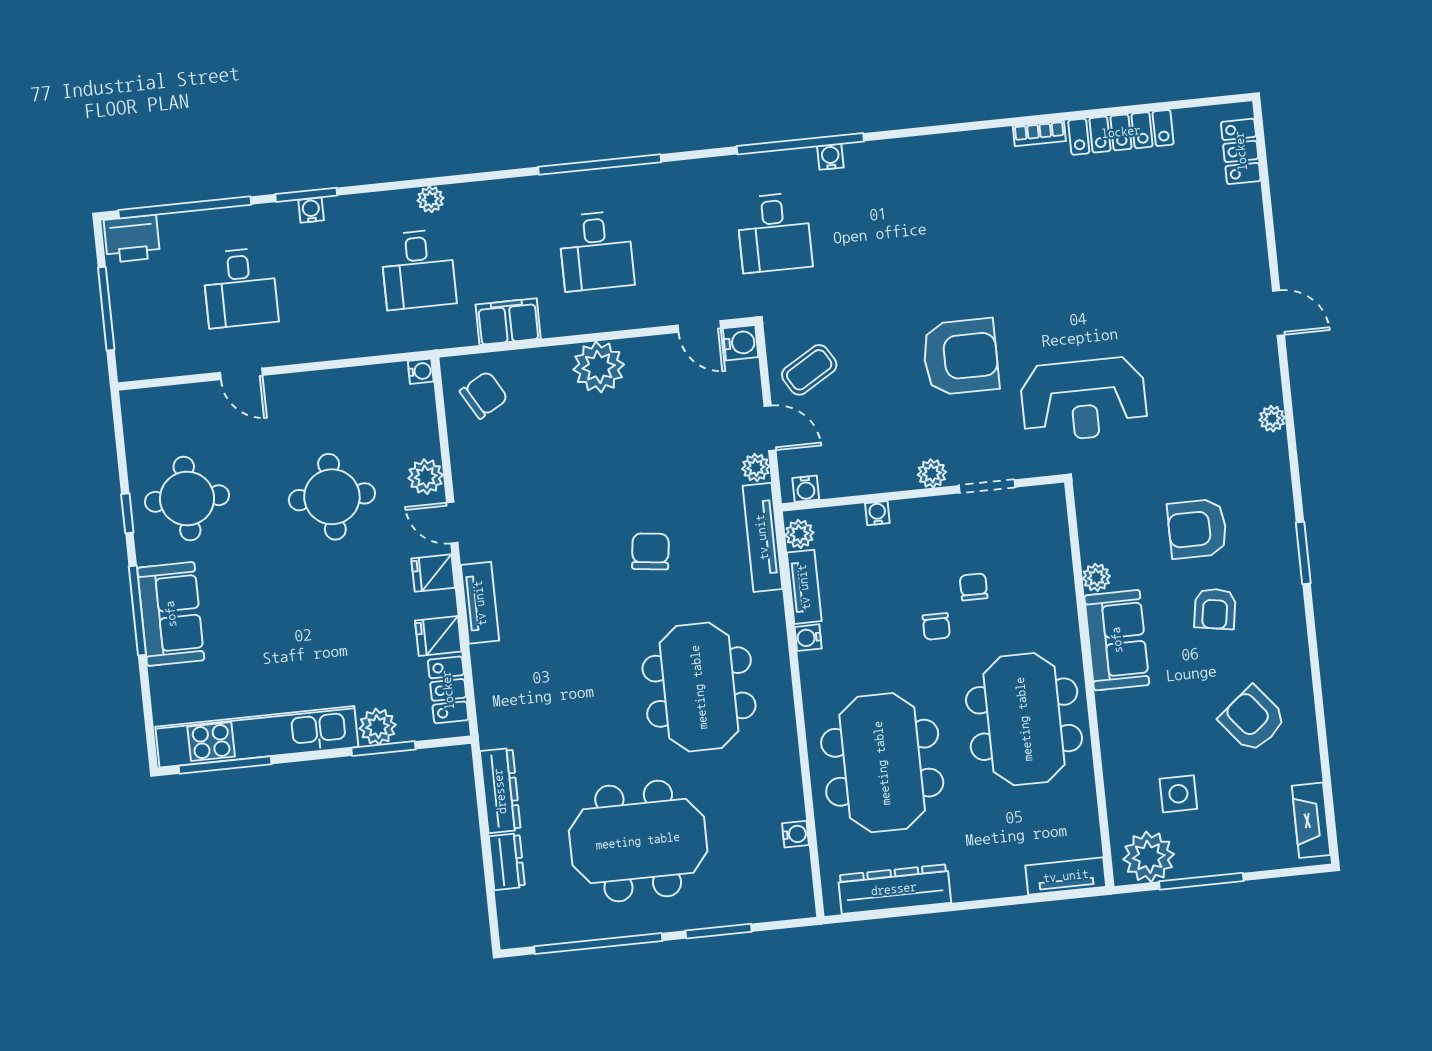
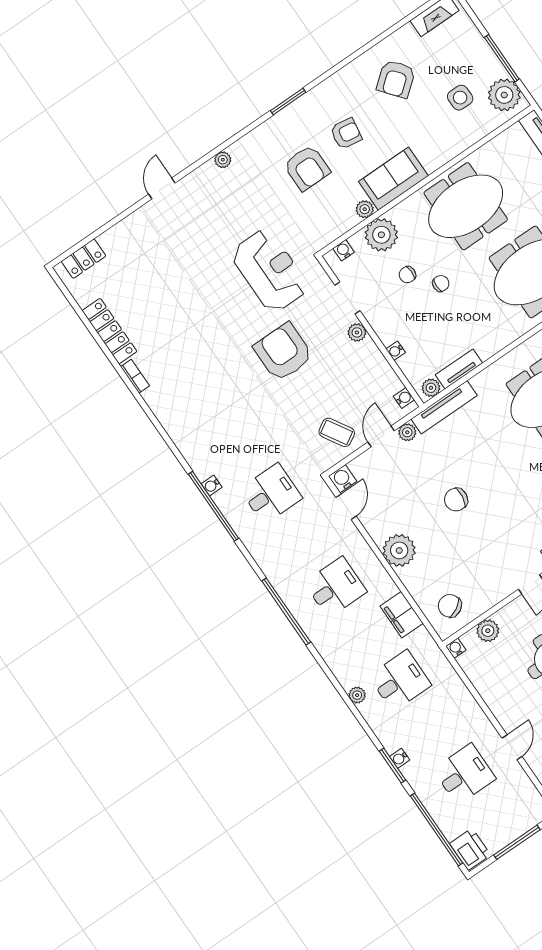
plant: (426, 477) -> (488, 631), moved
chair: (650, 551) -> (456, 500), moved
plant: (1048, 581) -> (381, 235), added
water cooler: (808, 638) -> (344, 250), moved, turned 180

